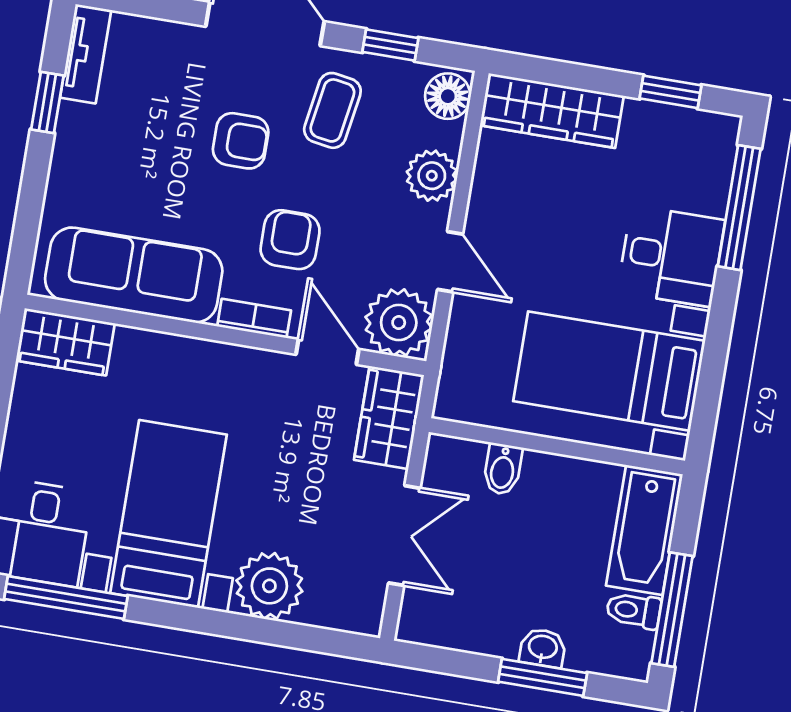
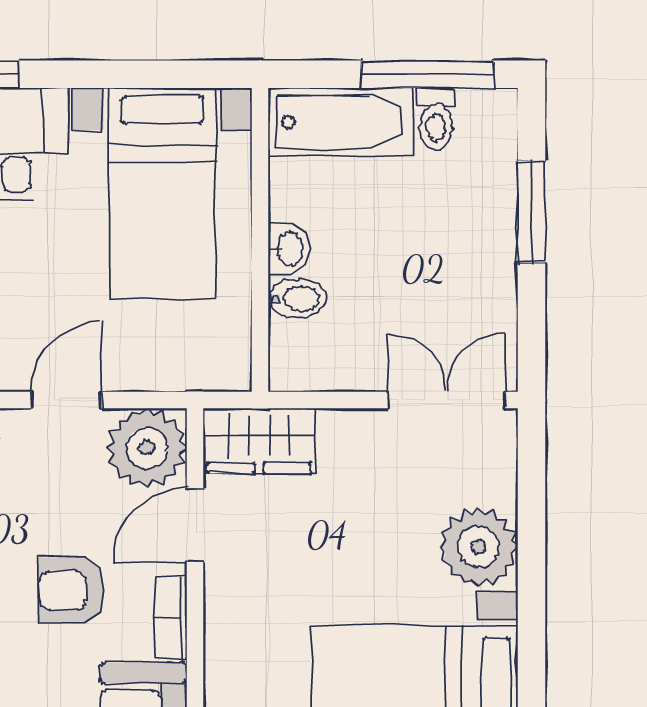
double door: (404, 536) -> (446, 400), moved
washbasin: (543, 648) -> (289, 249), moved, turned 180

